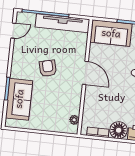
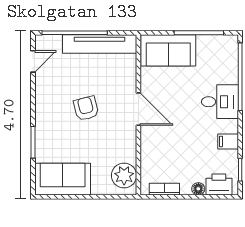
sofa: (19, 99) -> (63, 179), moved, turned -90
plant: (74, 120) -> (124, 175), width x1.87, depth x1.87
floor lamp: (119, 130) -> (198, 189), width x0.53, depth x0.53

